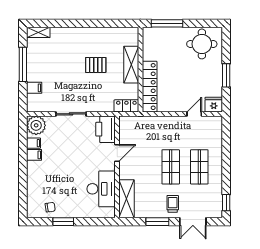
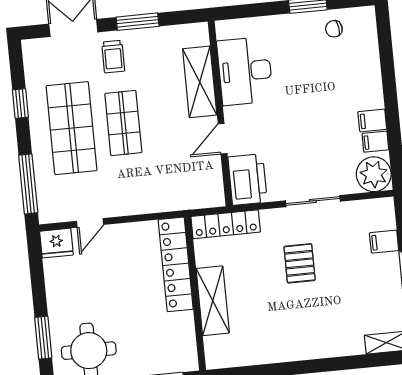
pallet: (96, 65) -> (300, 263), moved, turned 90
window: (226, 75) -> (43, 338), moved
locker: (126, 106) -> (226, 224), width x1.53
window: (226, 139) -> (28, 184), added
shop shelf: (199, 167) -> (72, 128), width x1.43, depth x1.36
shelving: (127, 199) -> (200, 82), moved
window: (226, 203) -> (20, 104), moved

